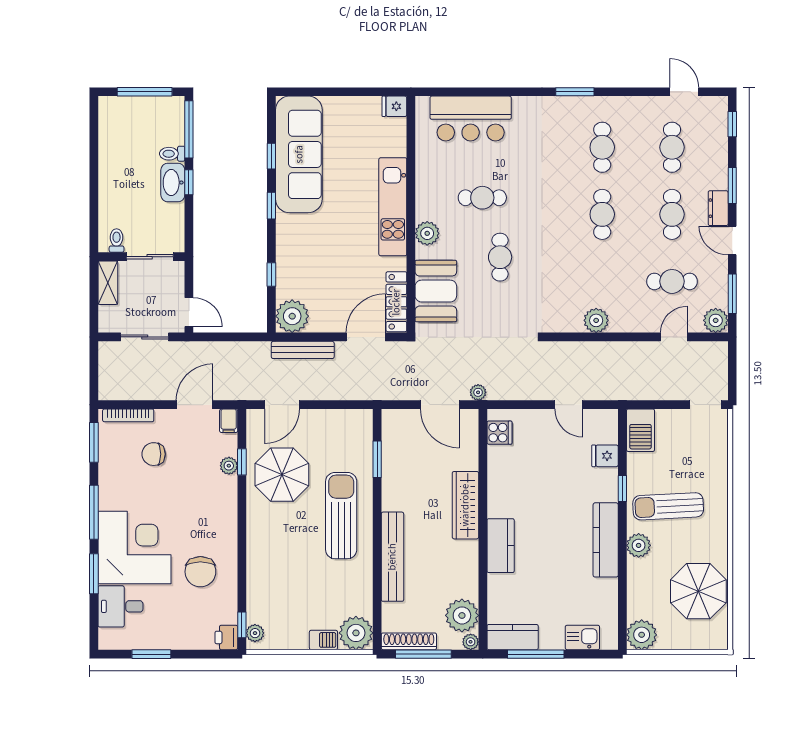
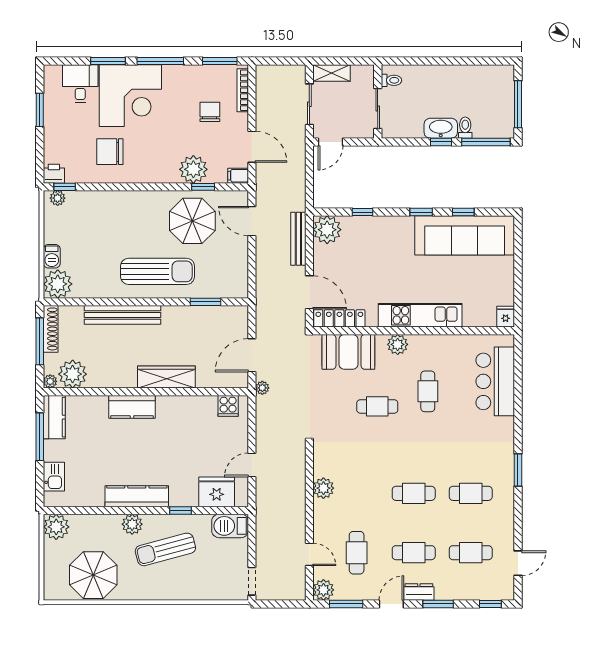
shelving: (108, 283) -> (332, 73), moved
fridge: (605, 456) -> (217, 492), width x1.88, depth x1.34
plant: (229, 466) -> (193, 169), width x1.88, depth x1.88
sun lounger: (668, 506) -> (165, 549), turned -102

